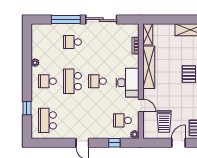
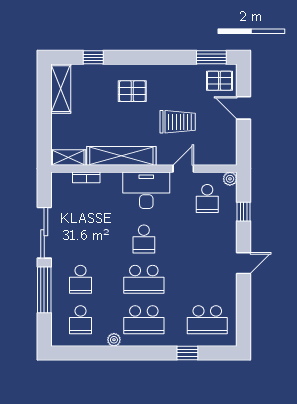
school desk: (47, 42) -> (80, 320), added
school desk: (47, 81) -> (144, 320), width x1.85
trolley: (164, 121) -> (178, 122), moved

